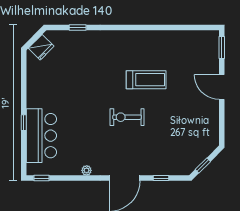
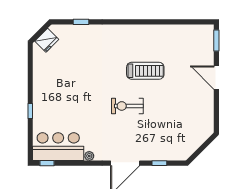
bar counter: (41, 136) -> (58, 147), moved, turned -90
window: (203, 165) -> (199, 151), removed

